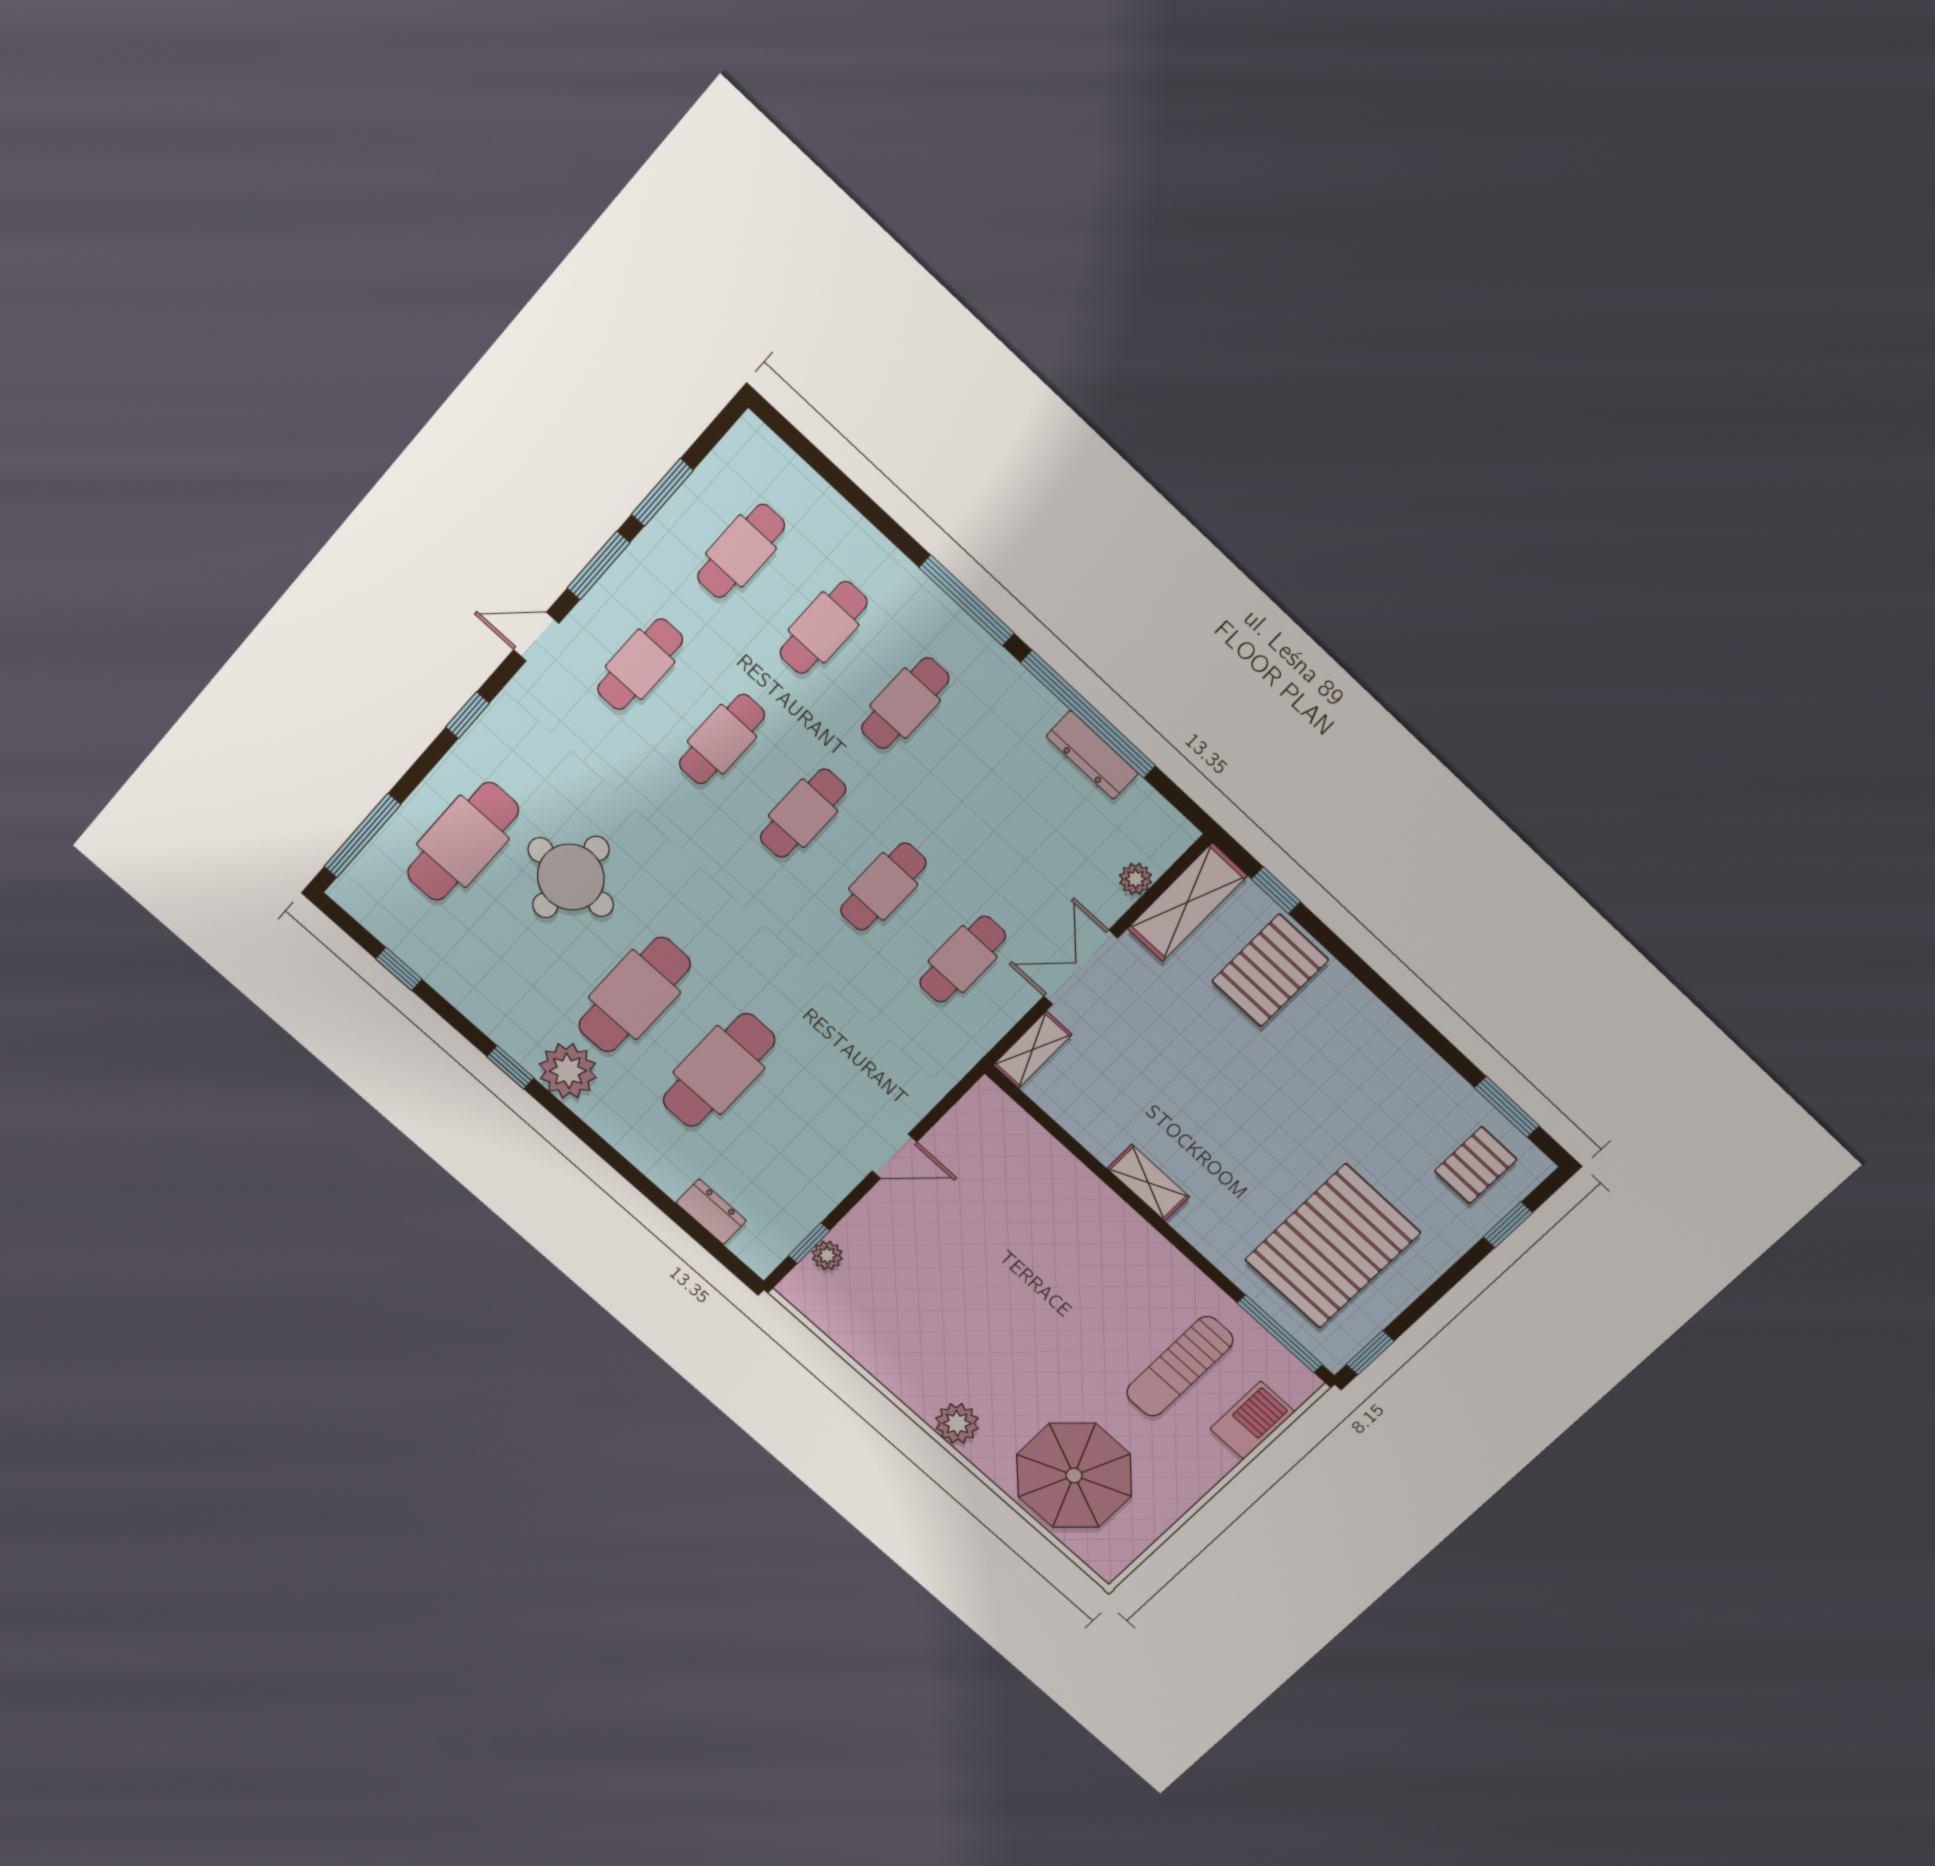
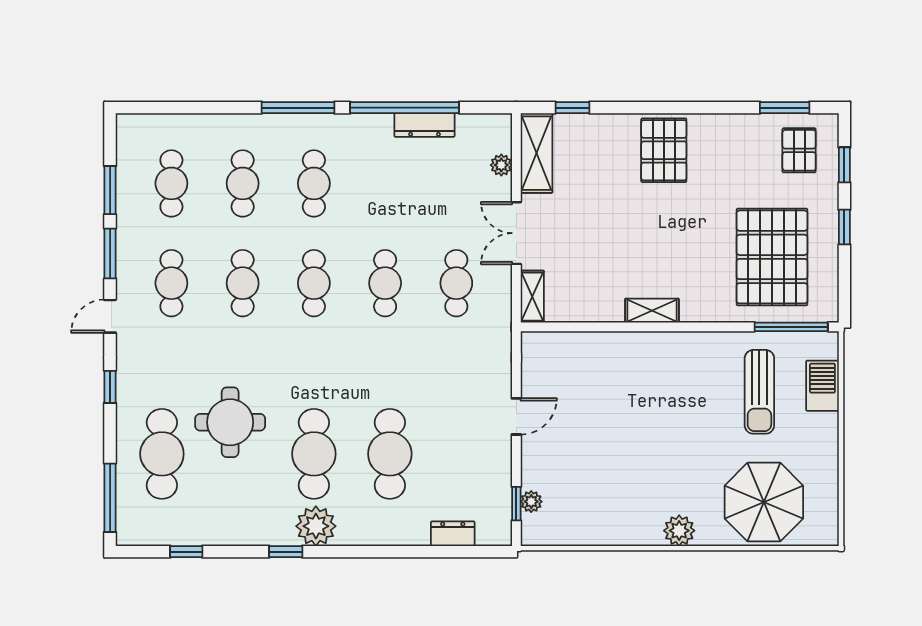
pallet: (1270, 970) -> (664, 150), moved
window: (1370, 1353) -> (844, 227), moved

